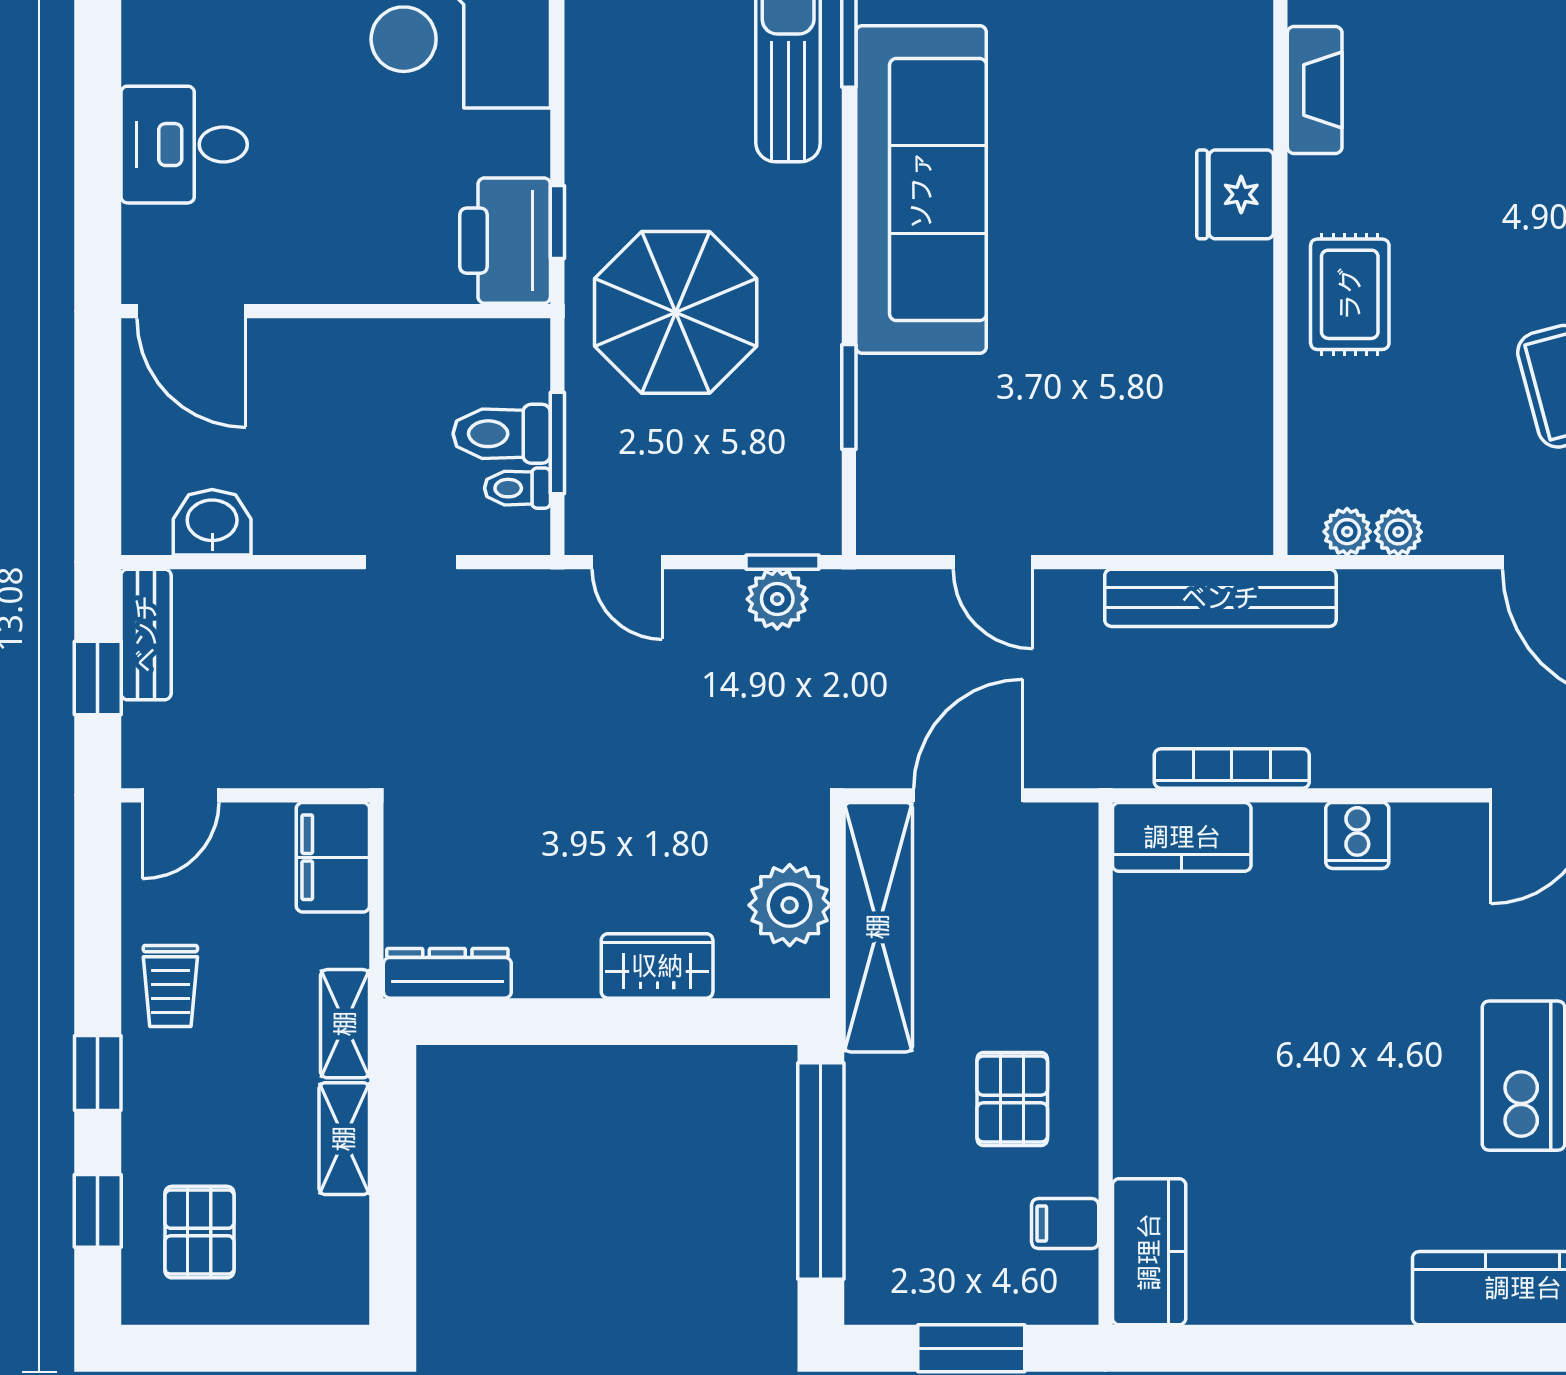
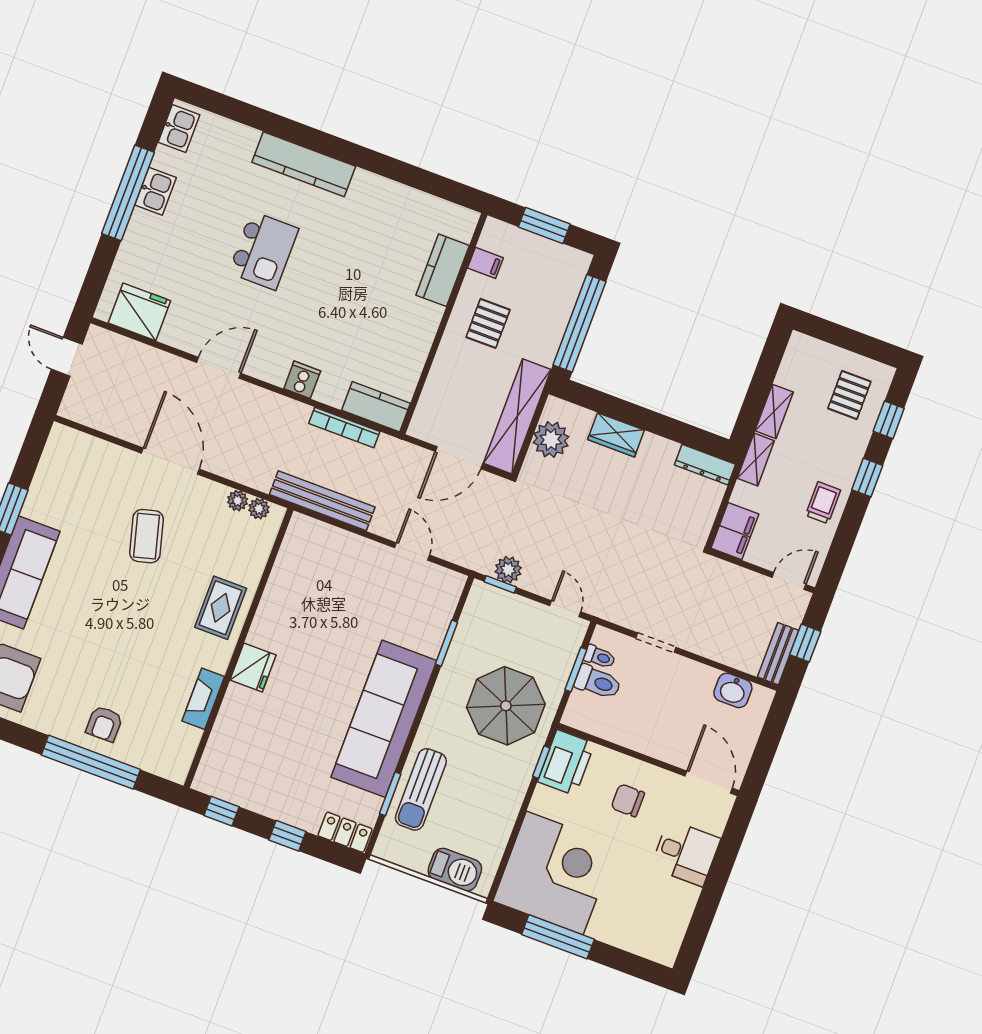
chair: (346, 210) -> (628, 800), added
kitchen counter: (1149, 1252) -> (443, 270), moved

